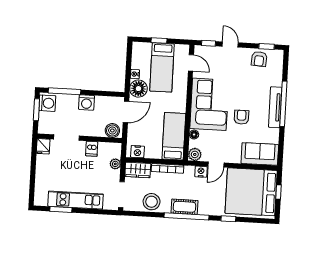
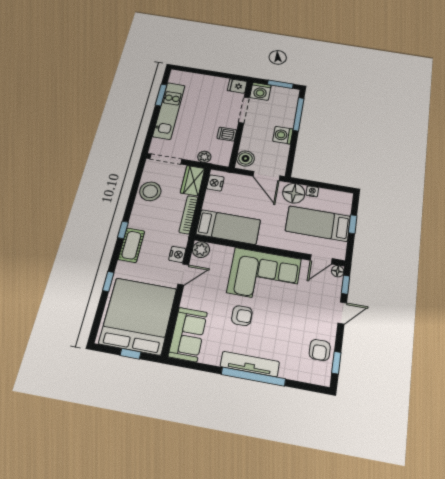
armchair: (259, 59) -> (320, 350), turned -94
washing machine: (47, 103) -> (260, 91), moved
floor lamp: (194, 135) -> (338, 271), moved
door: (216, 165) -> (183, 274), swing flipped
cot: (184, 207) -> (131, 245), moved
window: (187, 216) -> (123, 230), width x0.32

